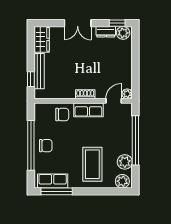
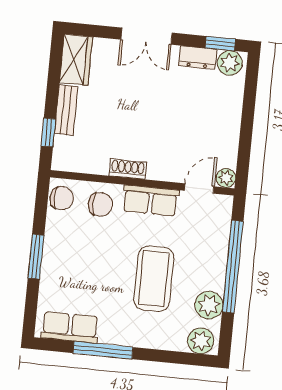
bench: (39, 71) -> (66, 110), width x0.73
shoe rack: (85, 94) -> (128, 169), moved
window: (31, 145) -> (36, 257), width x0.47
chair: (46, 146) -> (62, 198), moved
coffee table: (92, 164) -> (154, 279), moved
window: (57, 191) -> (103, 350), moved

